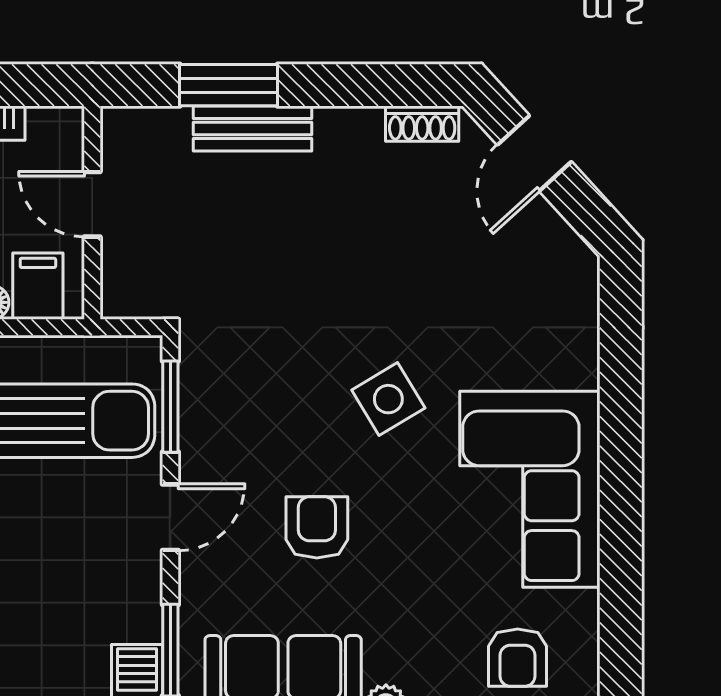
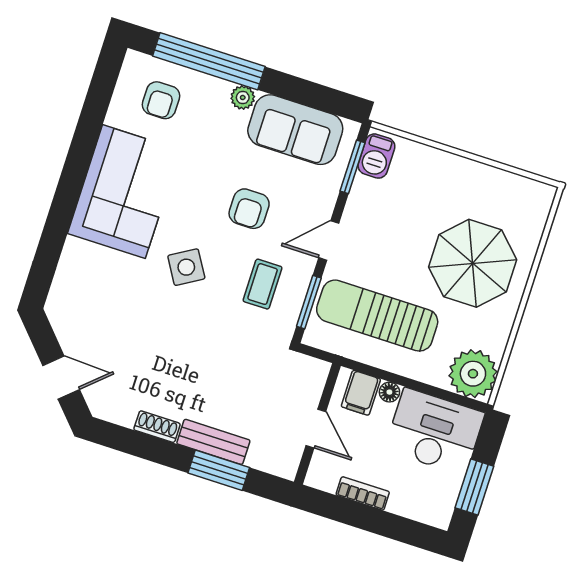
shoe rack: (422, 124) -> (157, 427), moved
door: (534, 153) -> (61, 378), hinge flipped
coffee table: (255, 412) -> (263, 284), added
armchair: (518, 658) -> (161, 100), turned 180

